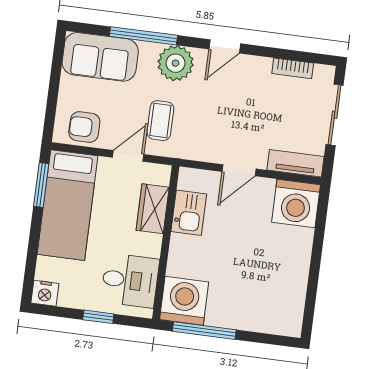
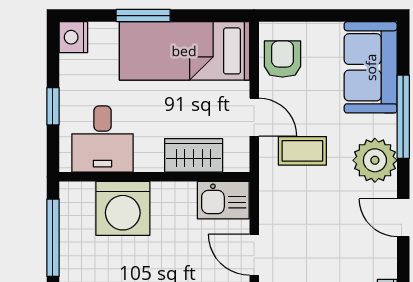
window: (41, 185) -> (143, 16), moved
kitchen sink: (189, 213) -> (223, 200), moved
washing machine: (184, 301) -> (123, 208), moved, turned 90

